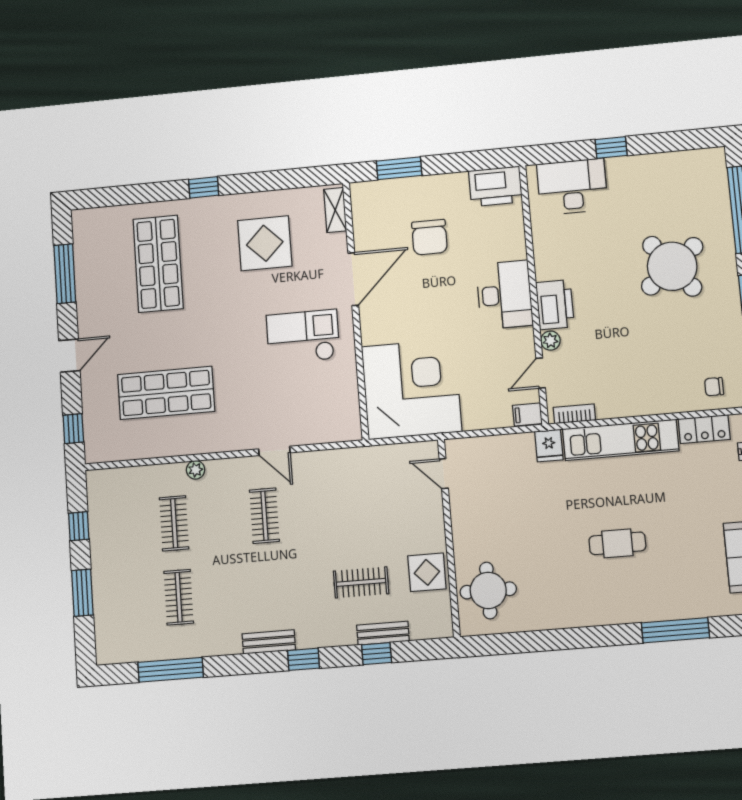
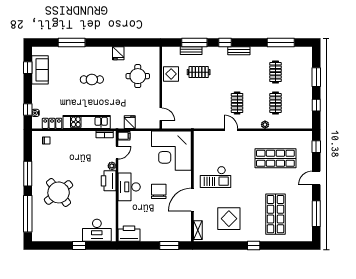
chair: (429, 237) -> (159, 191), moved
fridge: (549, 446) -> (130, 122), moved
round table: (488, 590) -> (138, 76), moved
fridge: (559, 613) -> (118, 53), added
window: (377, 654) -> (194, 42), width x2.17

